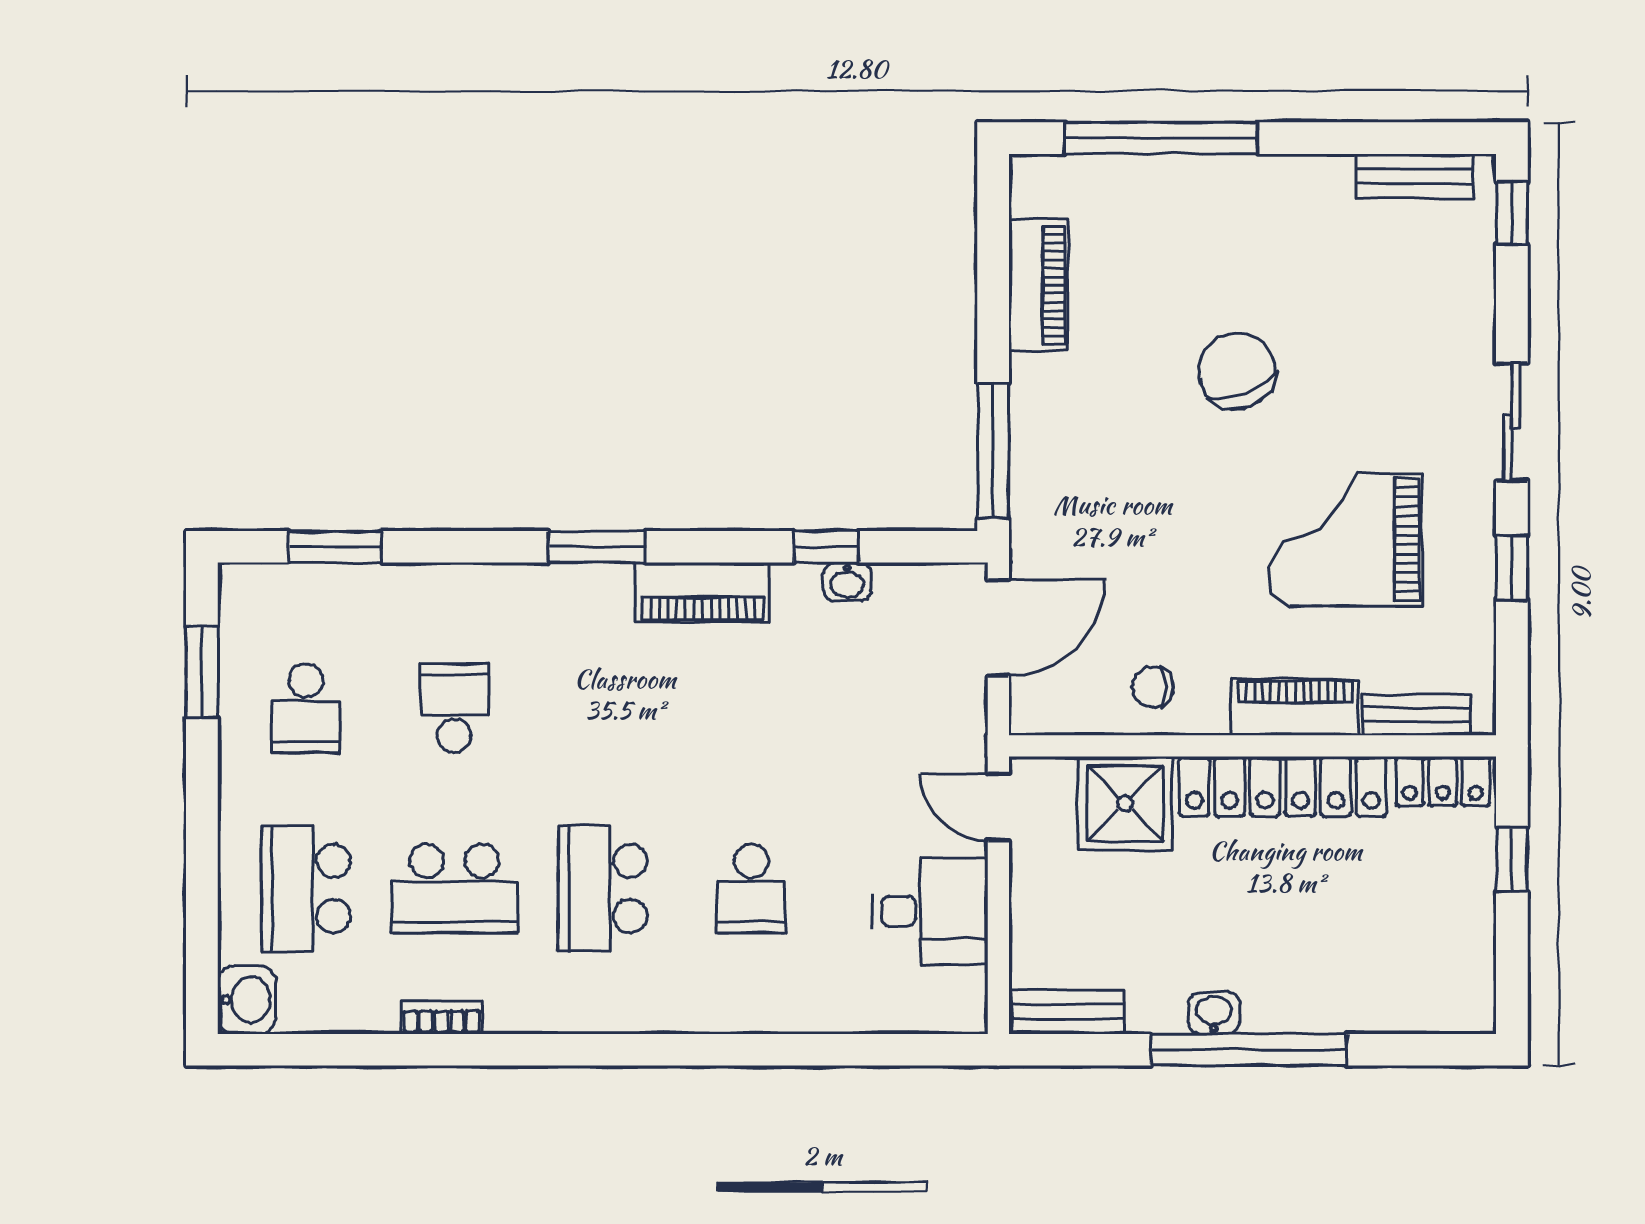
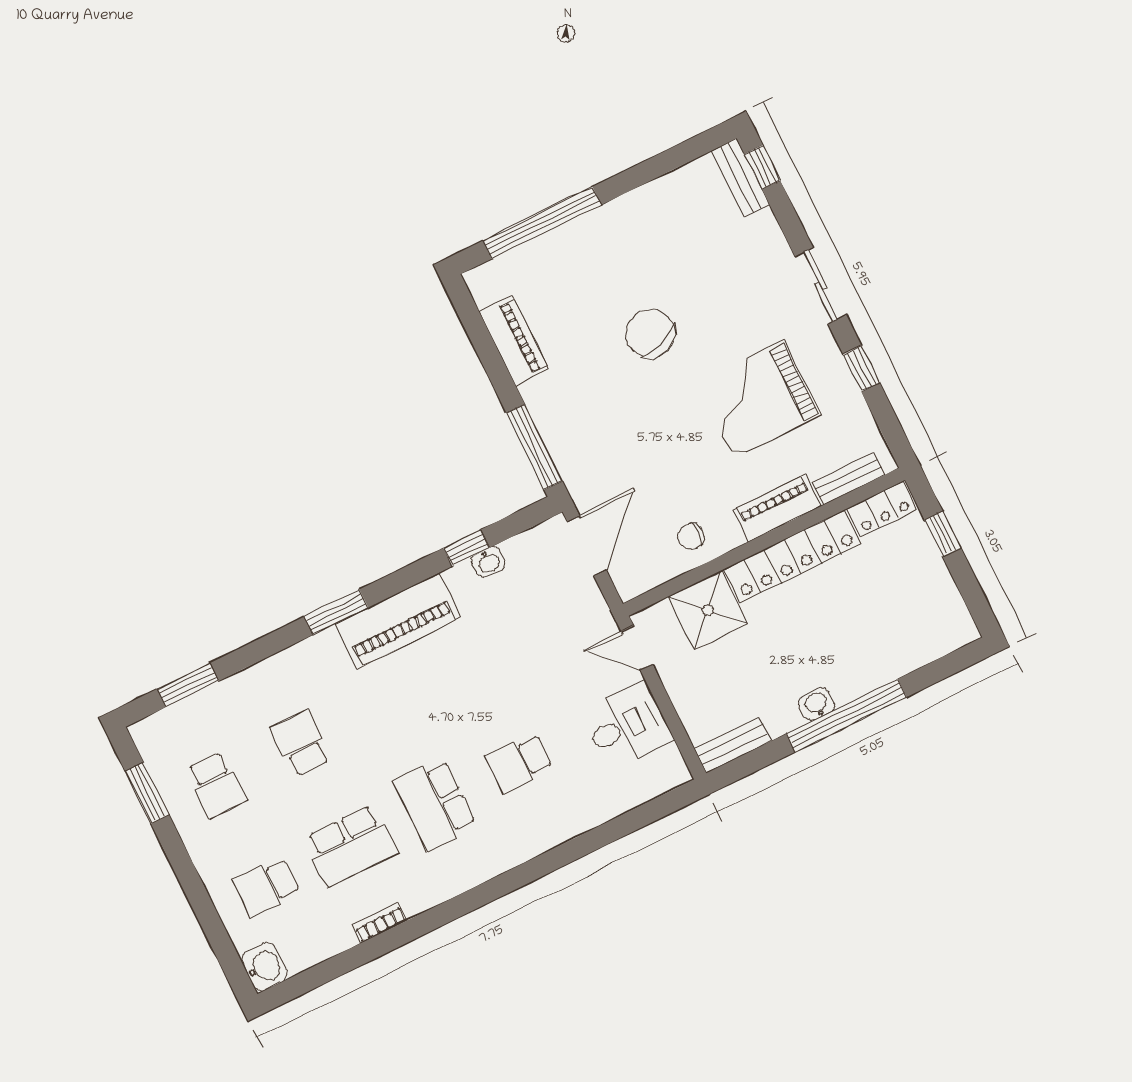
bench: (1415, 176) -> (740, 177), moved, turned 90
piano: (702, 592) -> (398, 621), width x1.37, depth x1.33
school desk: (306, 888) -> (267, 887), width x0.54
school desk: (751, 888) -> (519, 763), turned 90

